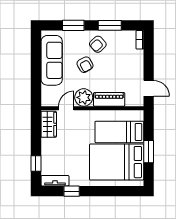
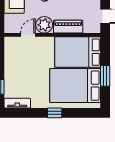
wardrobe: (49, 124) -> (11, 50), removed
bed: (119, 132) -> (78, 52), width x1.50
window: (72, 191) -> (55, 113), moved

